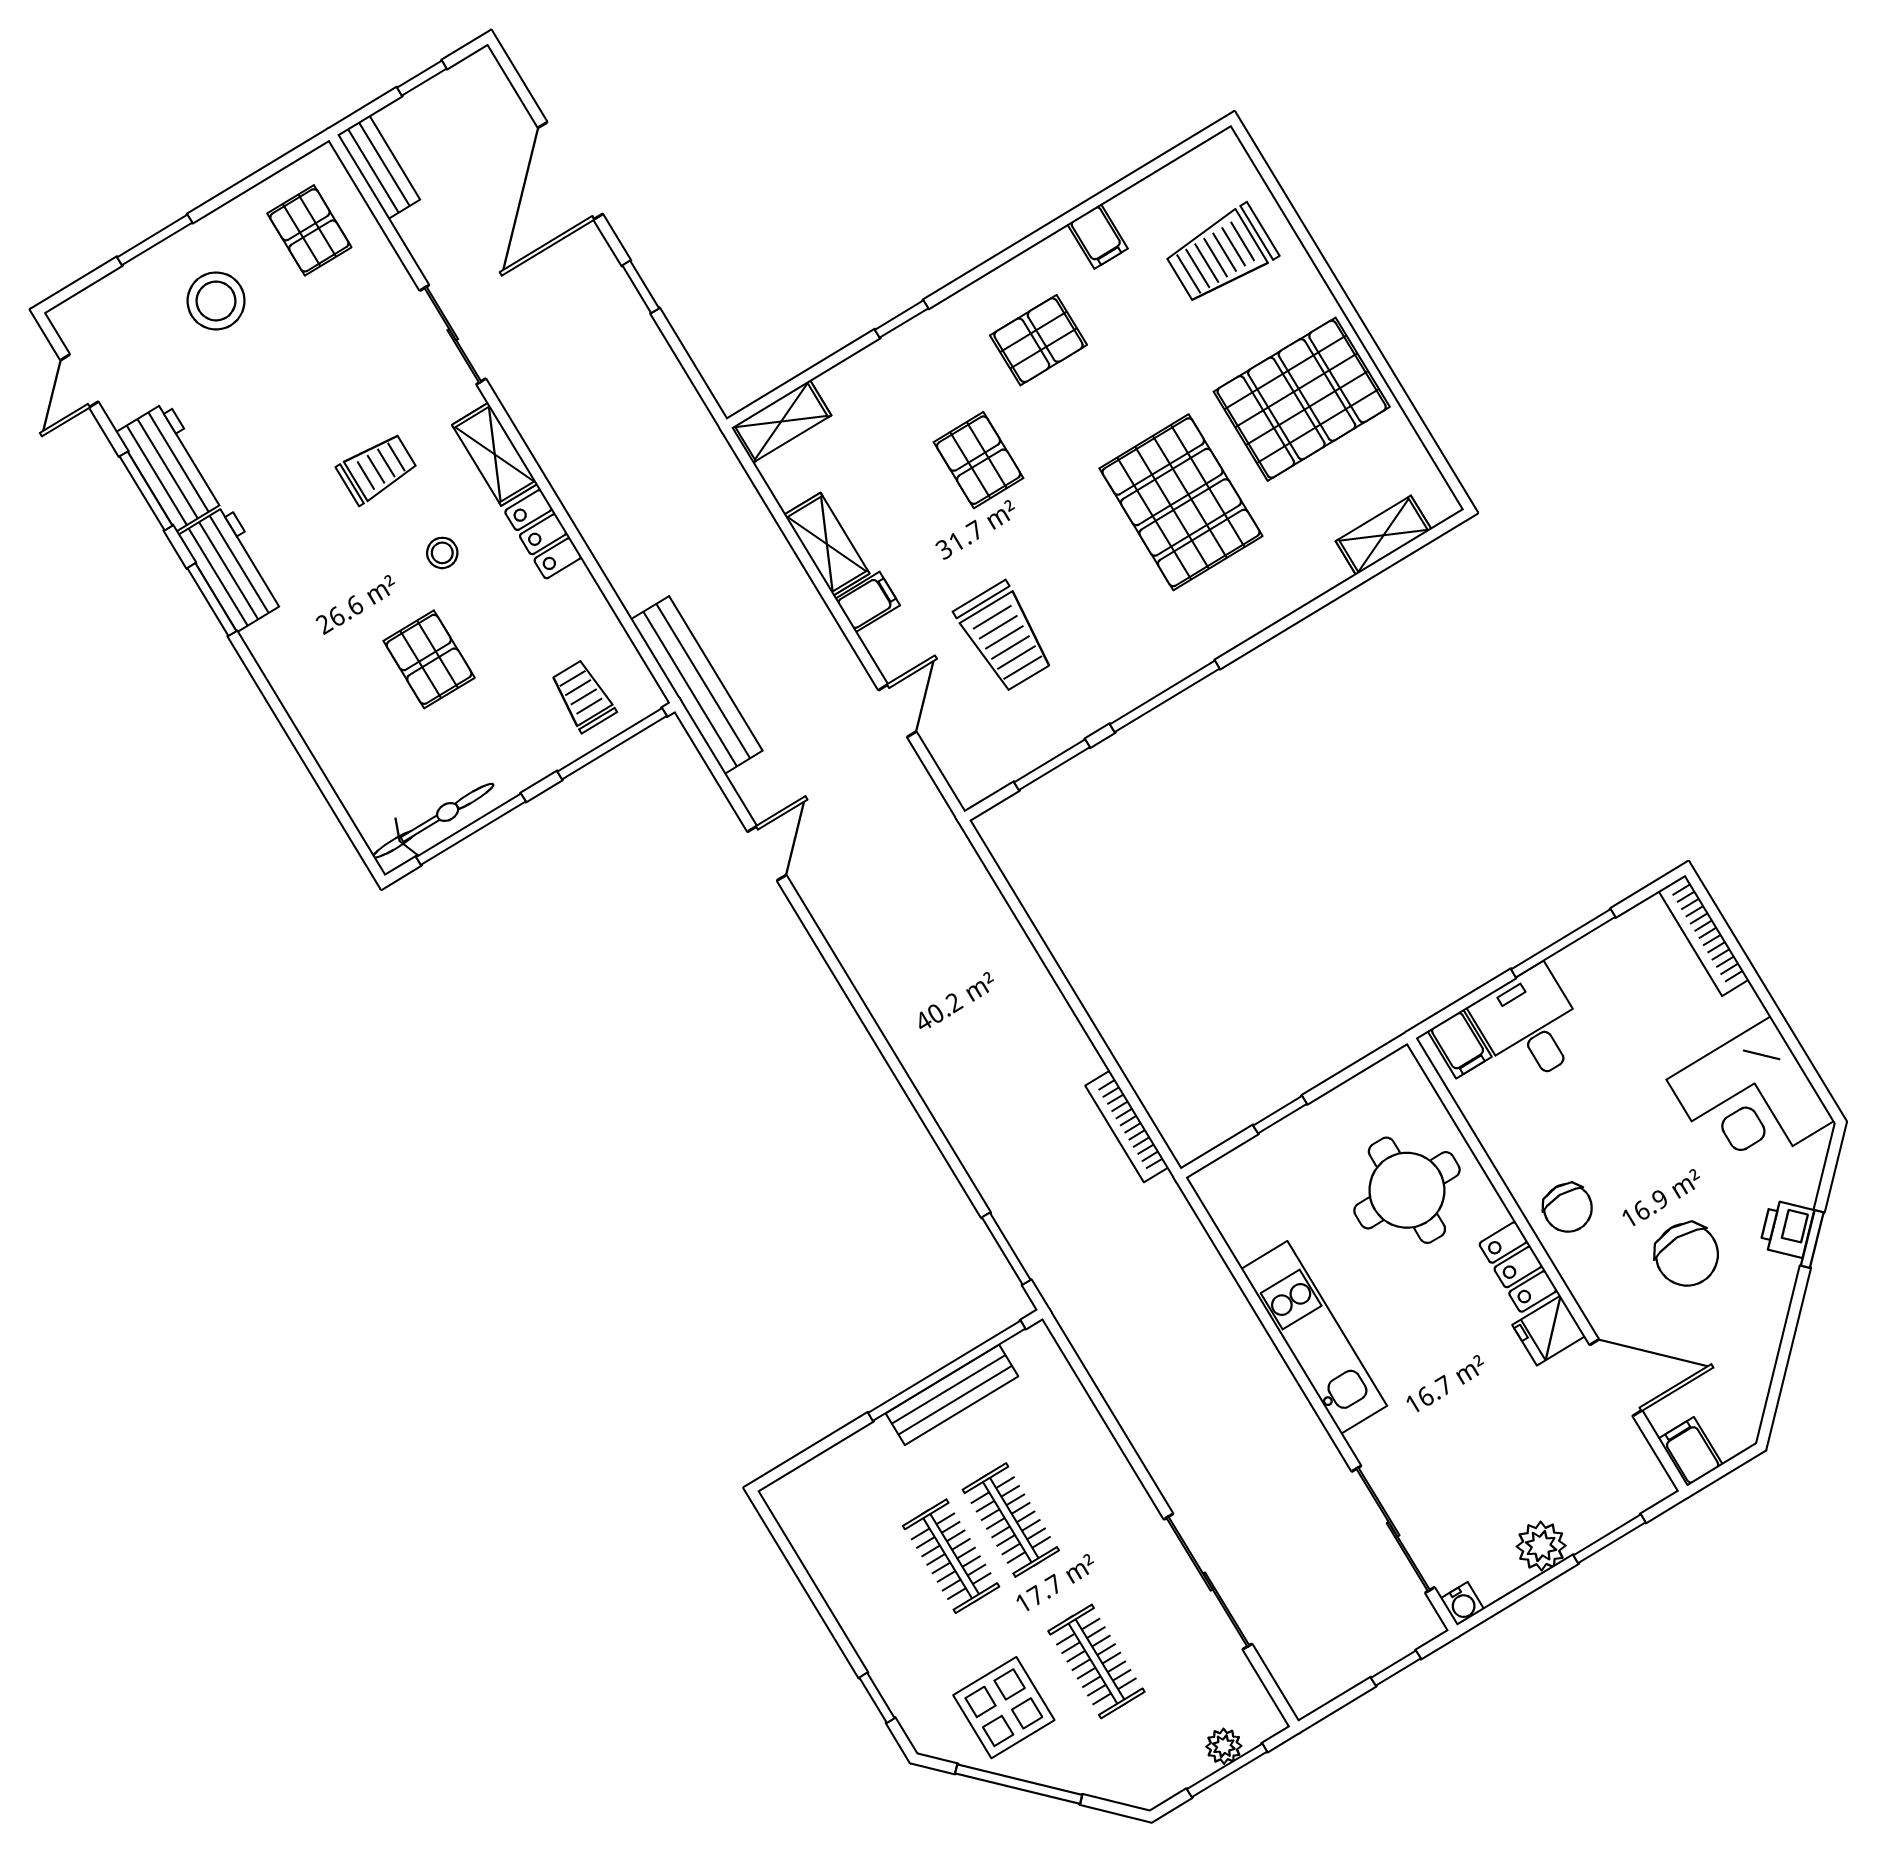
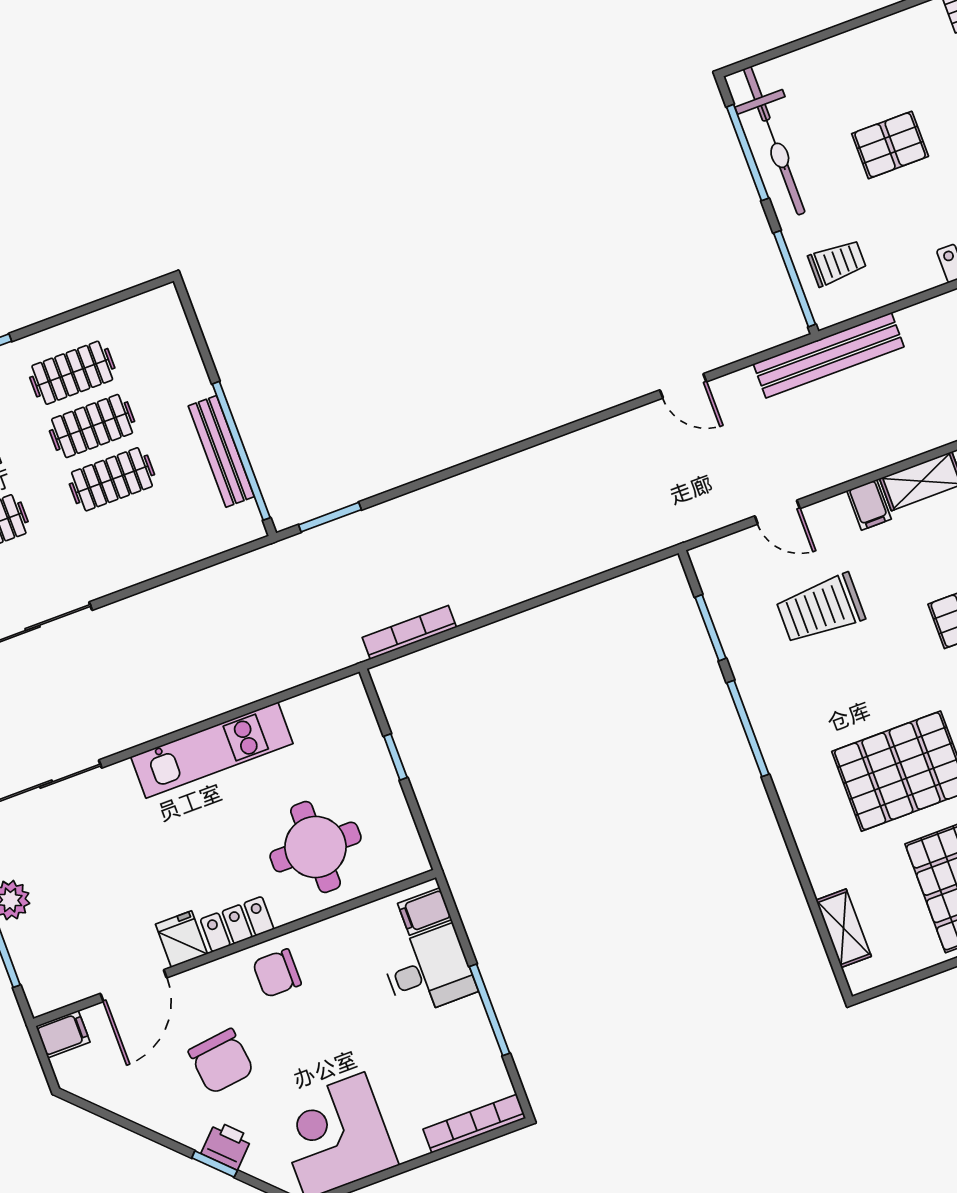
bicycle: (433, 821) -> (774, 141), width x1.37, depth x1.40
chair: (1687, 1255) -> (221, 1061), turned -97
clothes rail: (891, 1592) -> (72, 373), added

